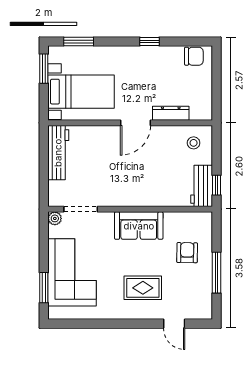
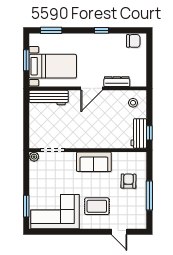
window: (44, 69) -> (26, 60), moved
workbench: (58, 153) -> (49, 98), moved, turned 90
corner sofa: (72, 272) -> (55, 212), moved, turned -90

